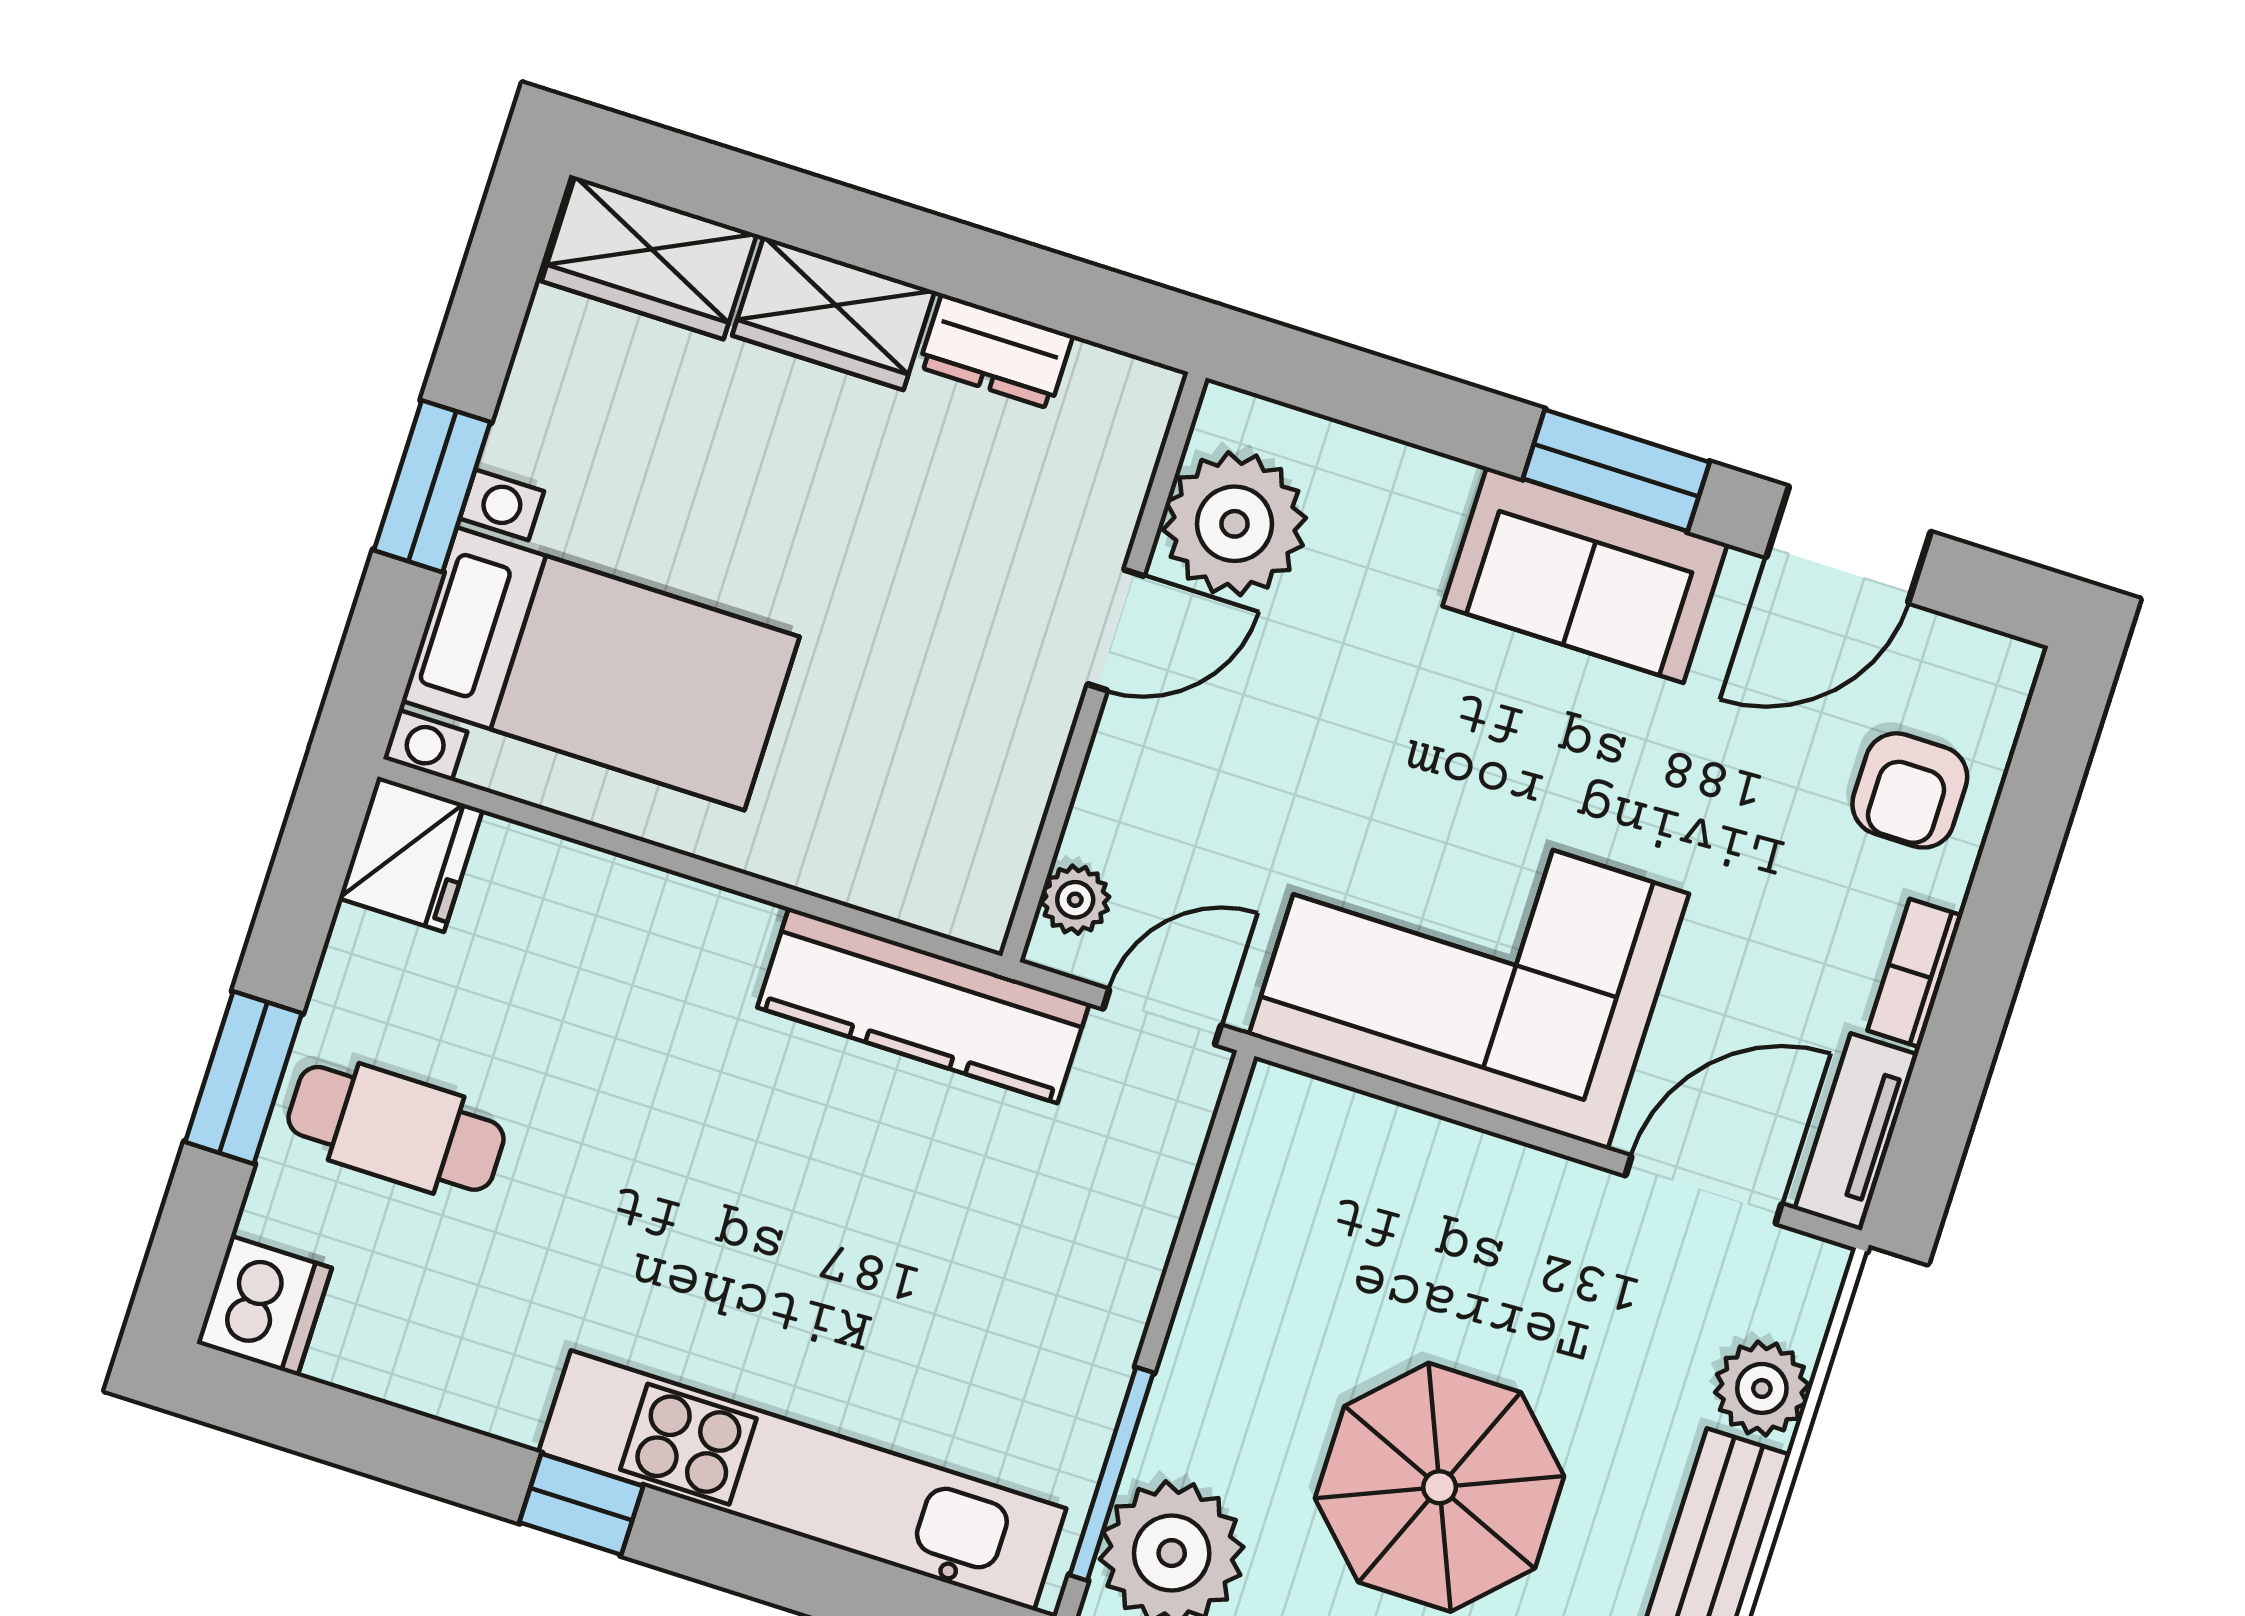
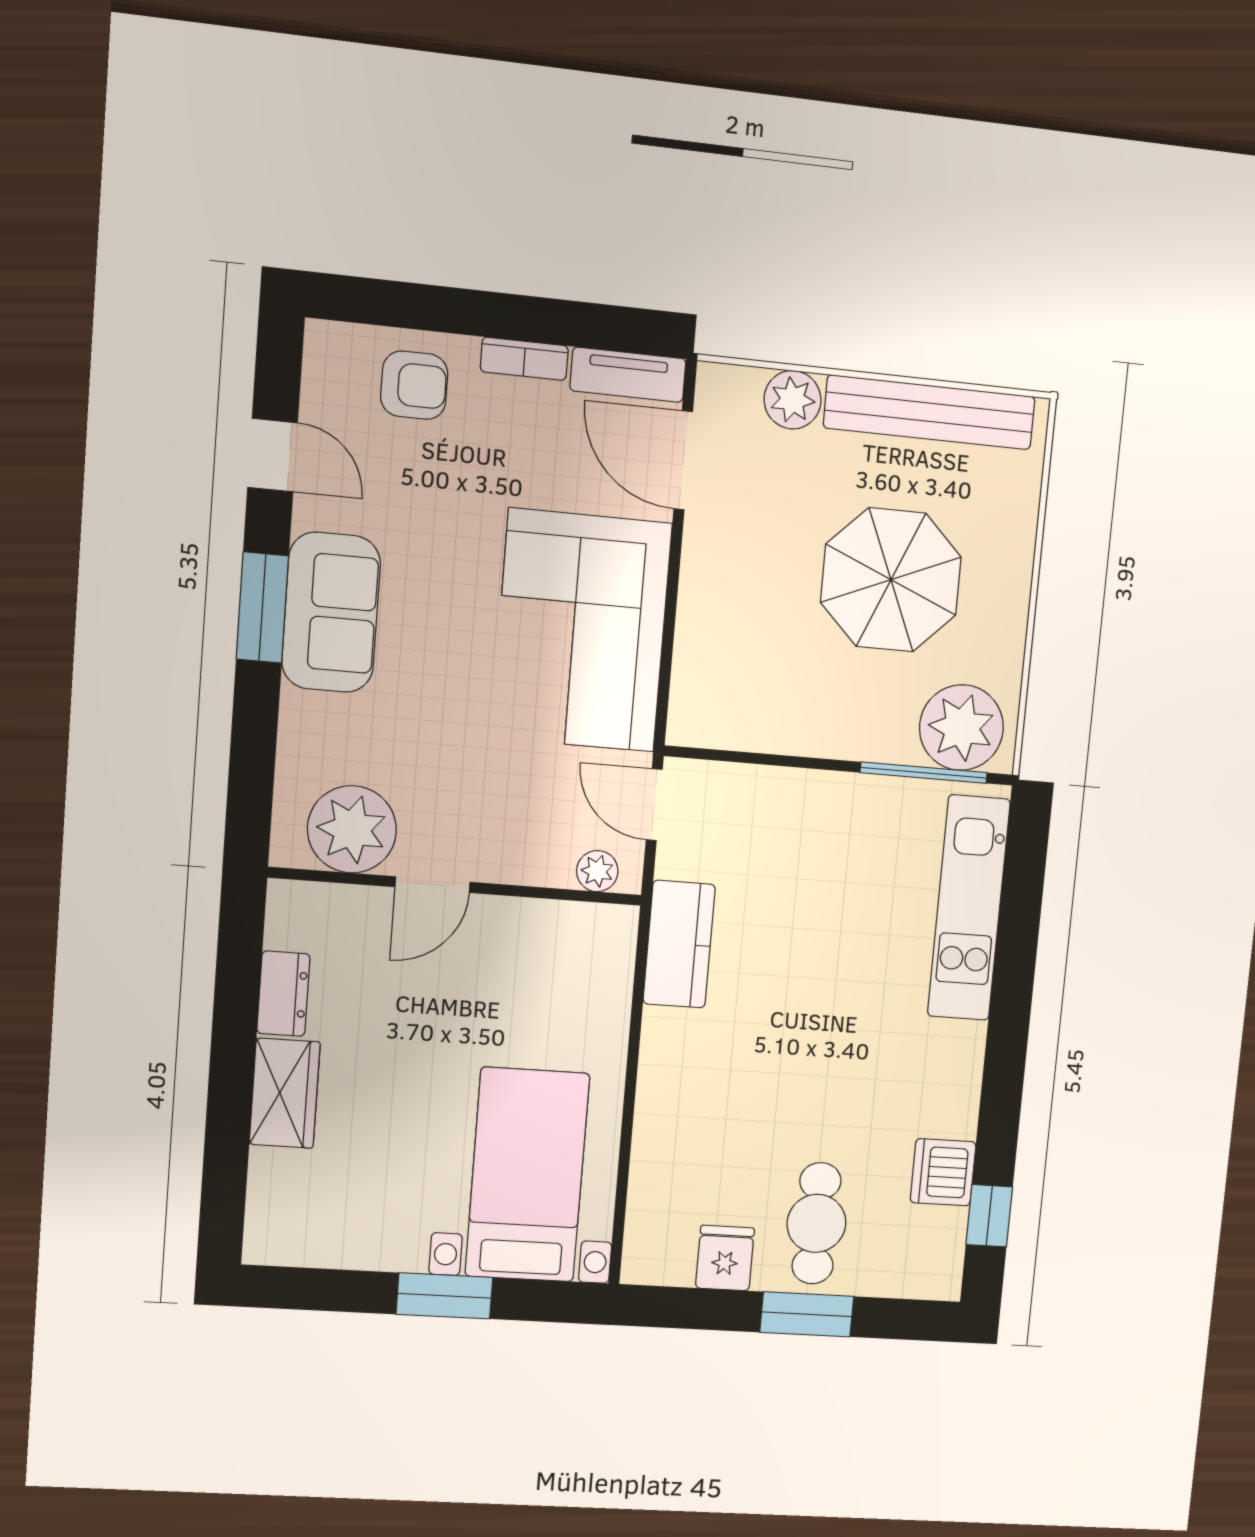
wardrobe: (649, 258) -> (279, 1207), removed
door: (1848, 545) -> (273, 455), width x0.73
door: (1116, 630) -> (433, 885), swing flipped
fridge: (411, 854) -> (725, 1258), moved, width x0.72
kitchen counter: (923, 1005) -> (679, 944), width x0.67
dishwasher: (264, 1306) -> (943, 1172), moved, turned -90
kitchen unit: (802, 1480) -> (969, 908), width x0.73
window: (581, 1504) -> (989, 1216), moved

